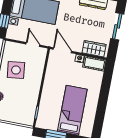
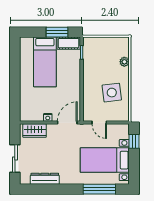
door: (62, 50) -> (67, 123), swing flipped
cot: (94, 63) -> (69, 43), moved

